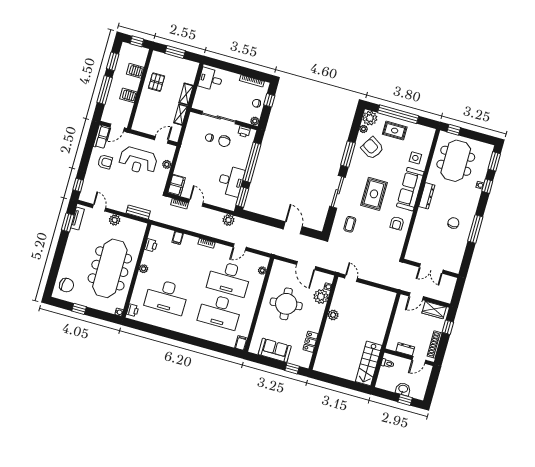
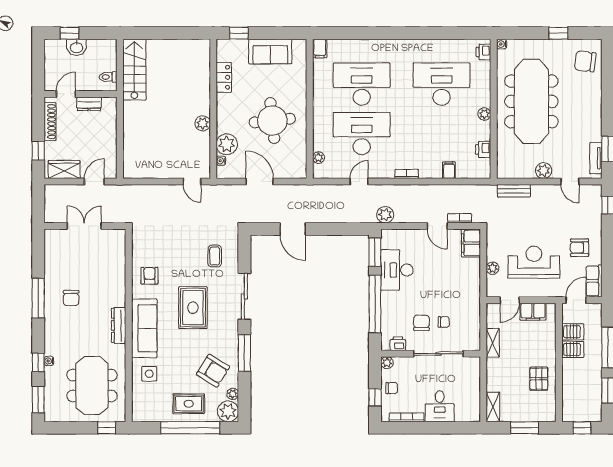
server rack: (135, 71) -> (573, 332), moved
desk: (211, 79) -> (440, 406), moved, turned 90
shelving: (186, 94) -> (493, 407), moved
filing cabinet: (148, 128) -> (533, 312), added

